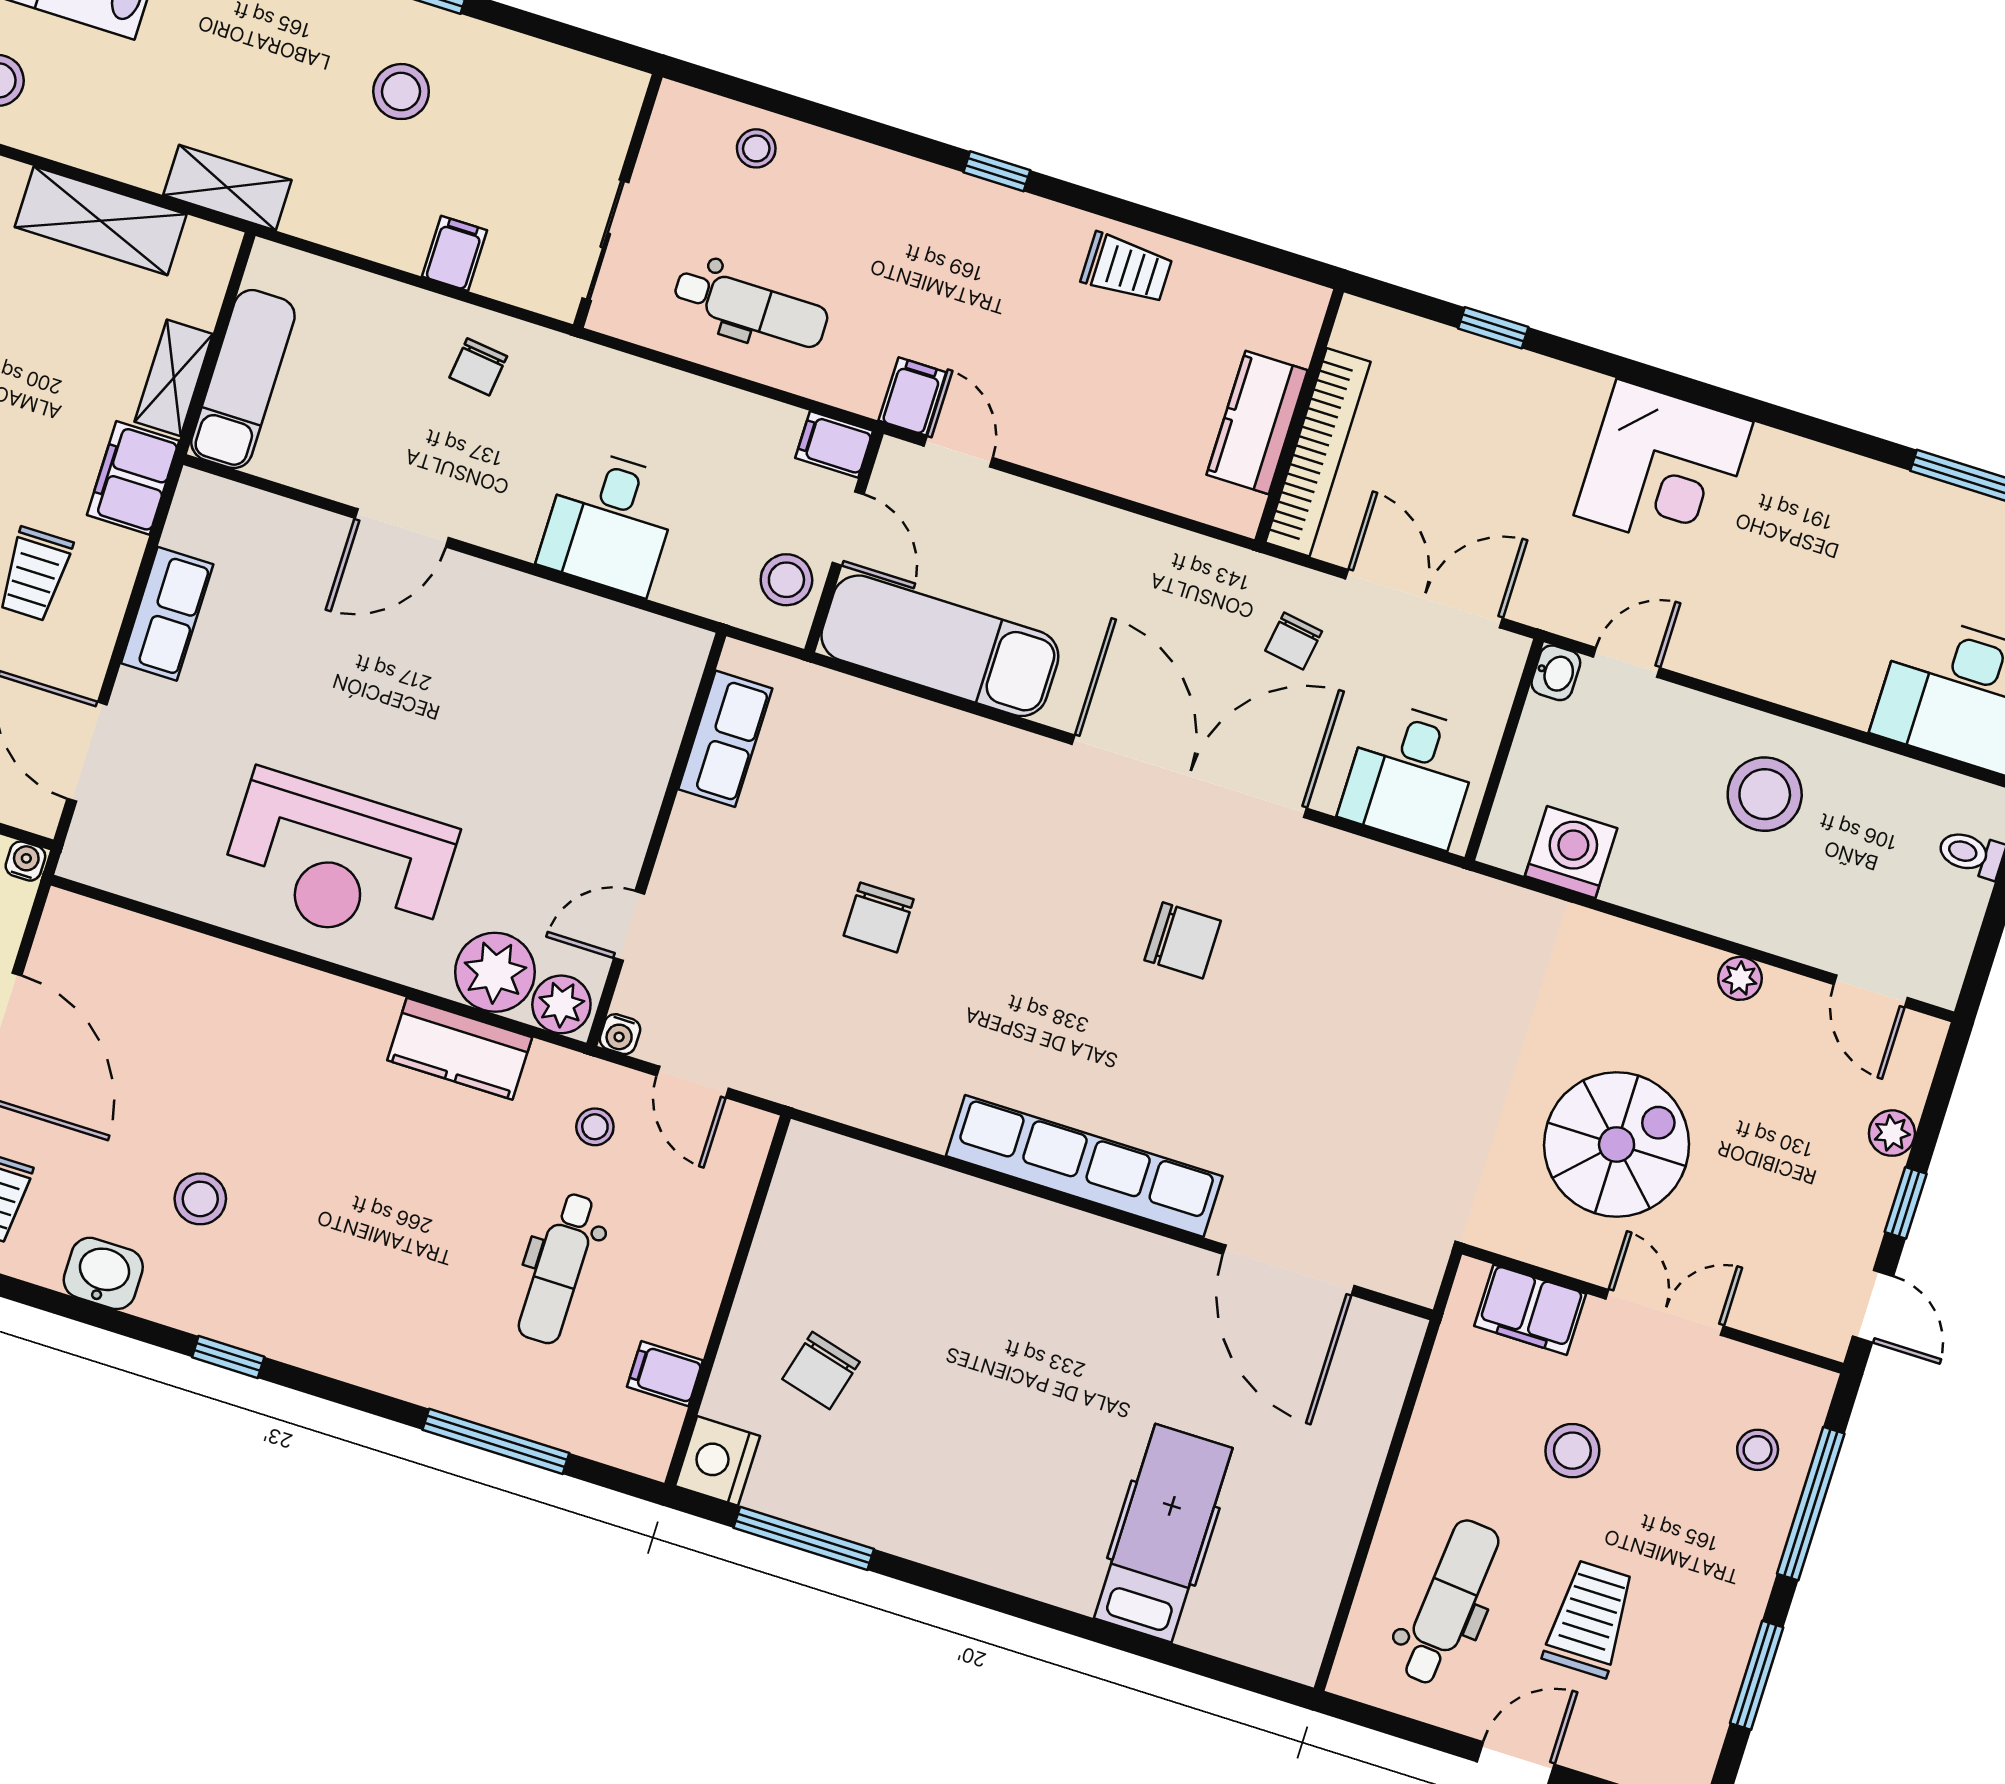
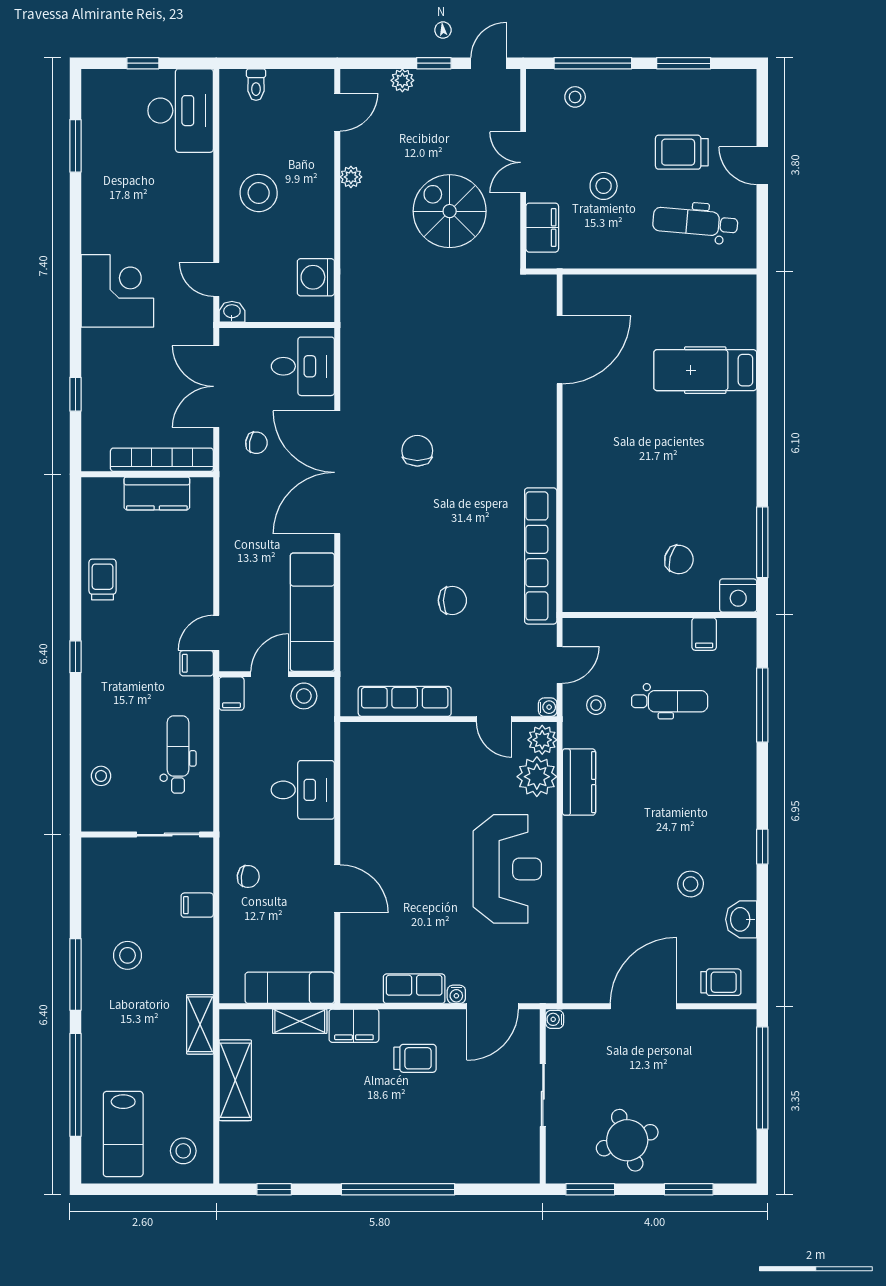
water cooler: (131, 690) -> (456, 994), added
row of seats: (725, 739) -> (405, 701), width x1.48
row of seats: (1084, 1166) -> (541, 556), moved

